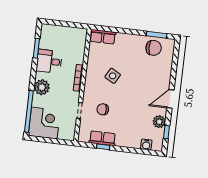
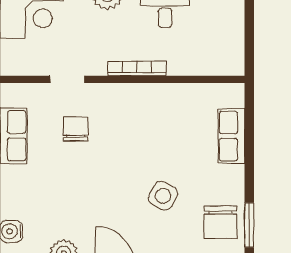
row of seats: (103, 37) -> (231, 136), moved
side table: (113, 76) -> (163, 196), moved

